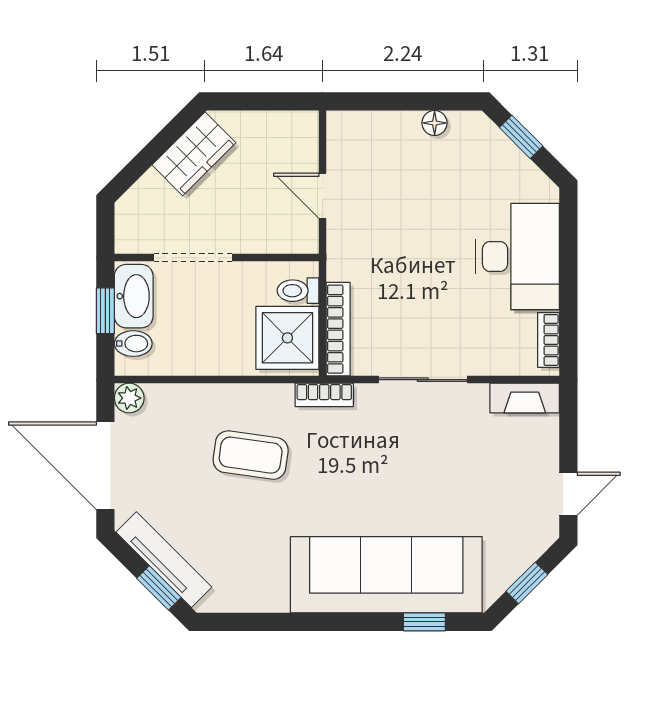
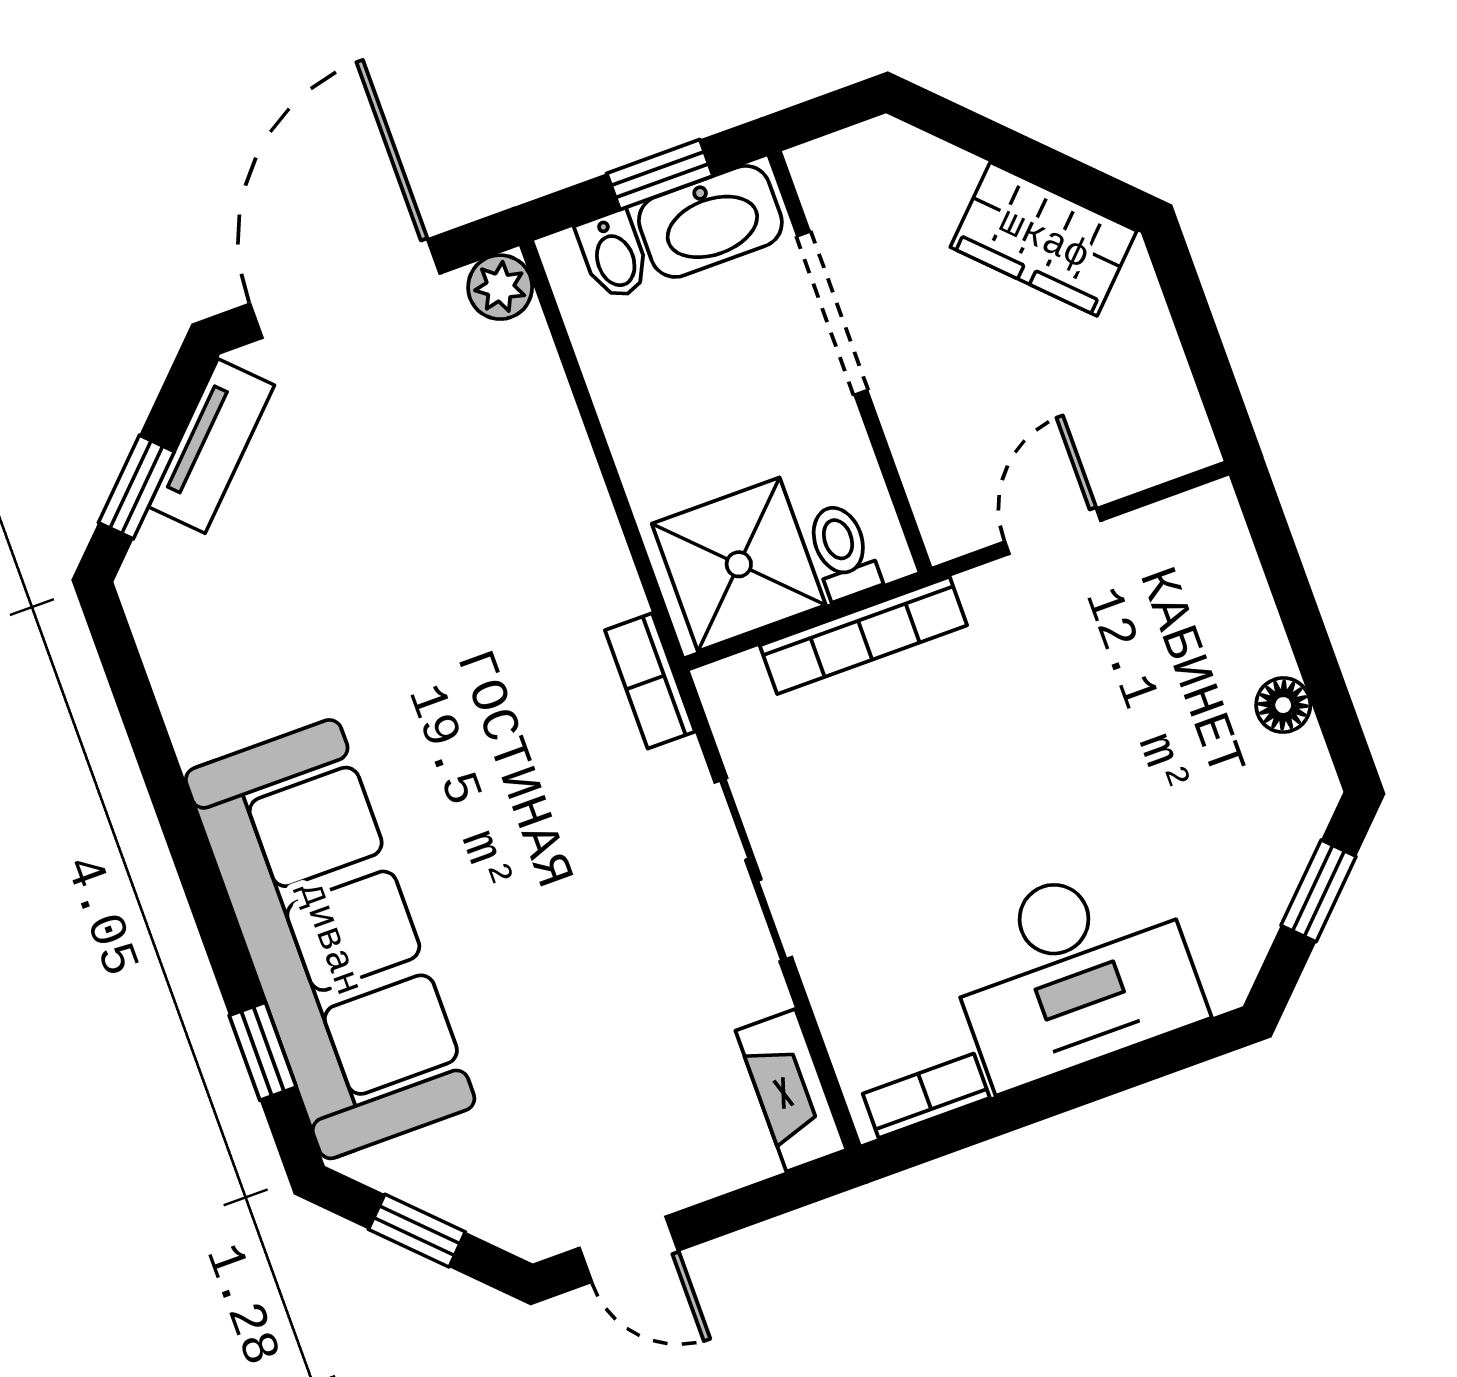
bookcase: (338, 329) -> (863, 635), moved
coffee table: (251, 455) -> (474, 576), removed
tv unit: (164, 560) -> (212, 446), width x0.71

